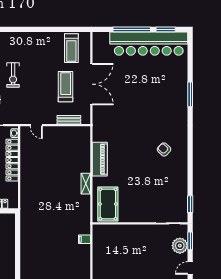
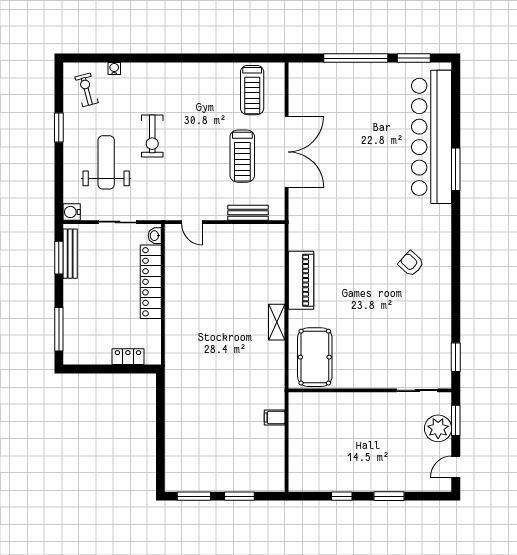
bar counter: (149, 44) -> (432, 137), moved, turned 90
treadmill: (66, 87) -> (242, 156), turned 180

